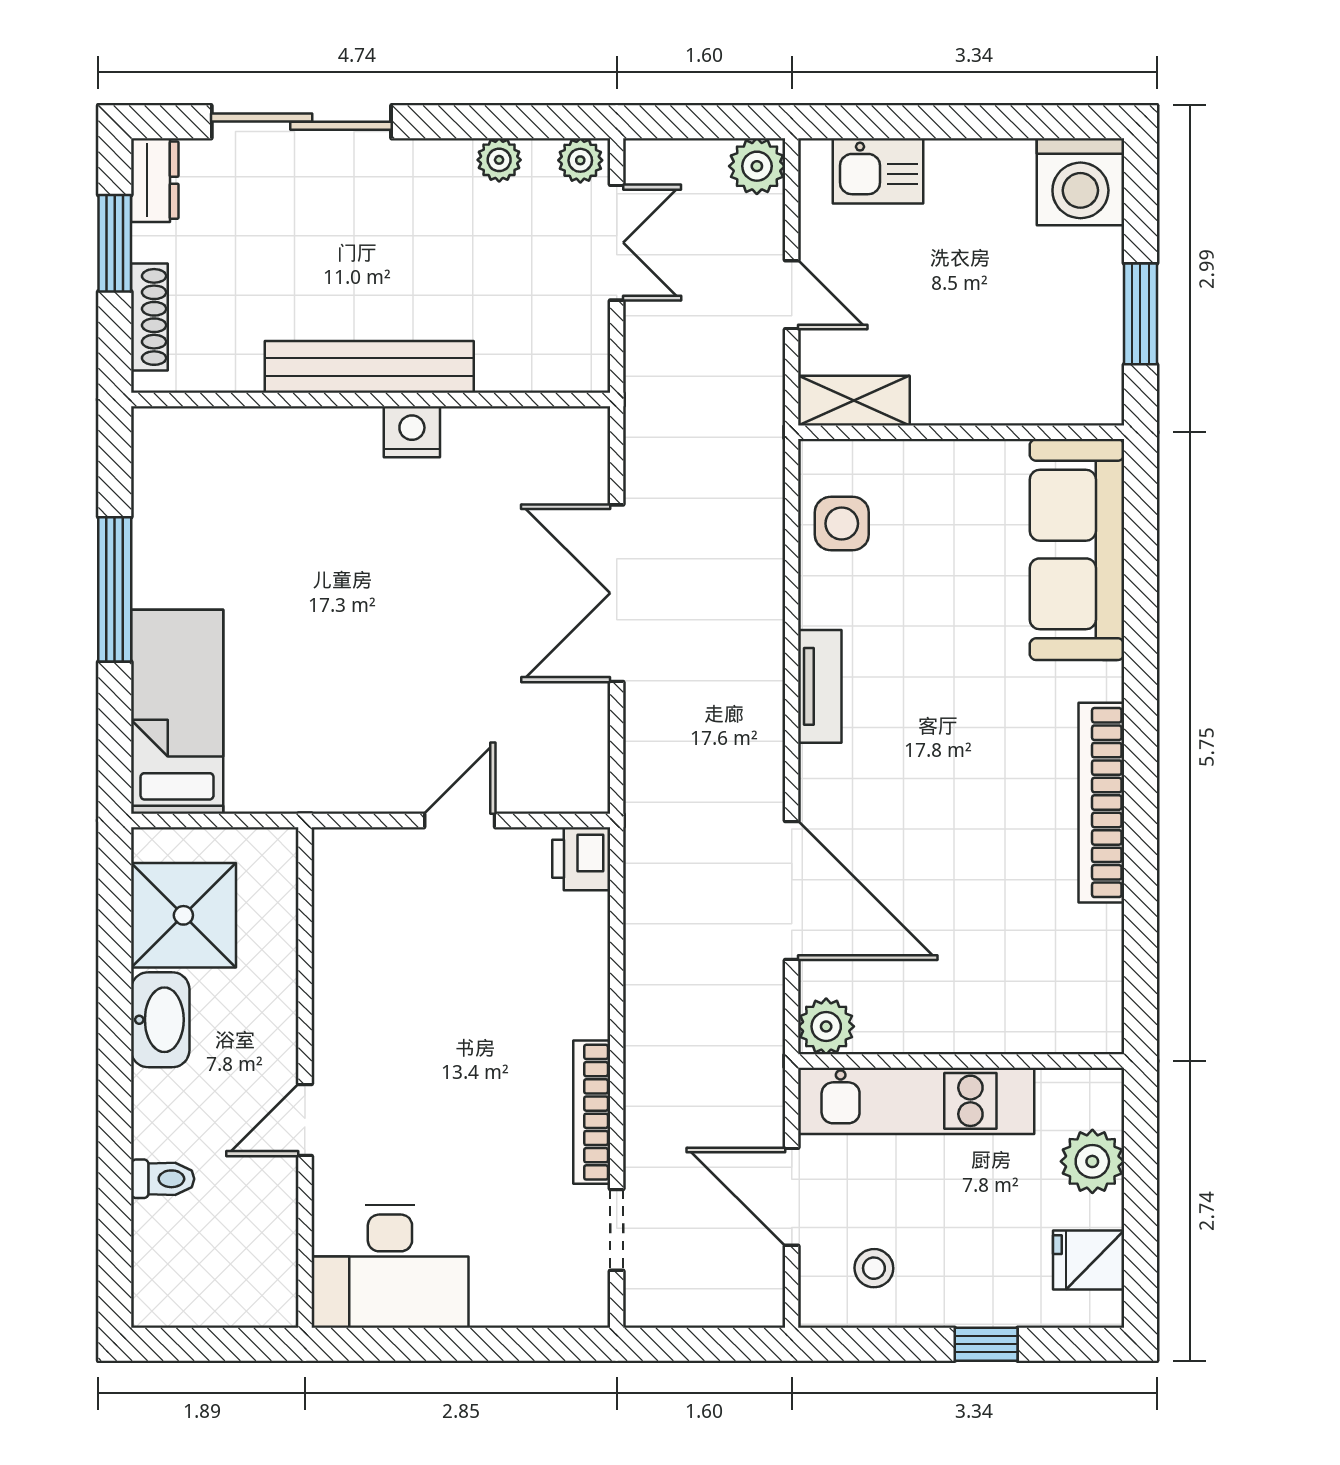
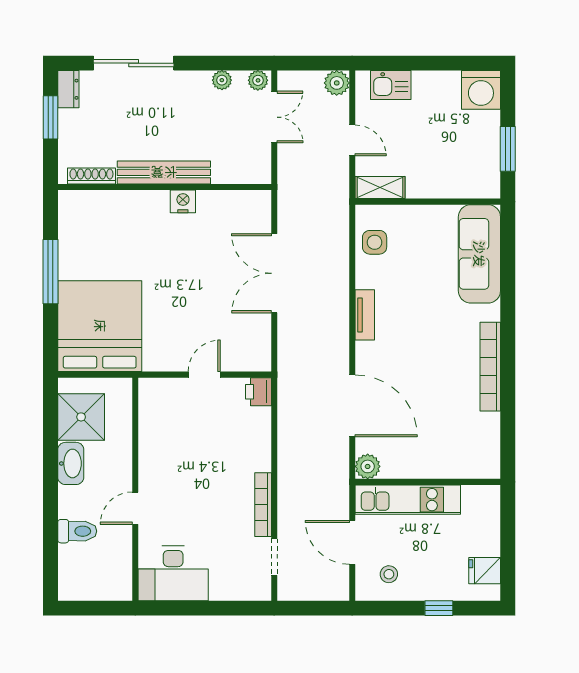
shoe rack: (149, 317) -> (91, 176), moved, turned -90
bed: (177, 712) -> (100, 326), width x2.04
plant: (1092, 1161) -> (486, 527), removed
toilet: (163, 1179) -> (77, 531), width x1.37, depth x1.39

